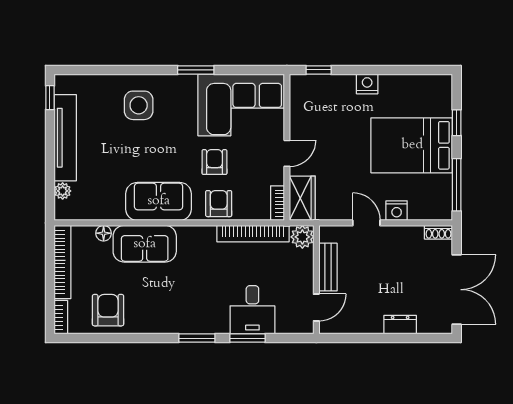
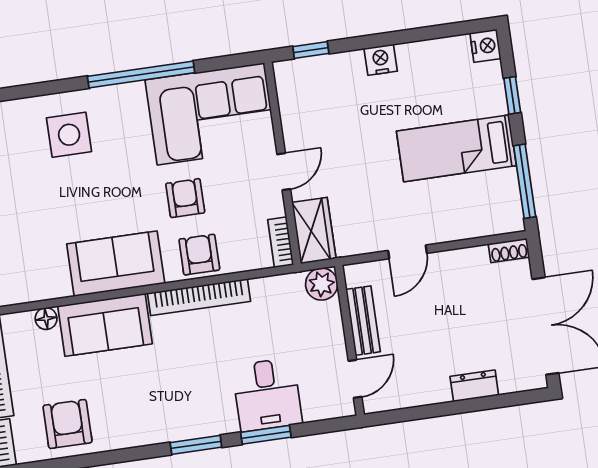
window: (196, 70) -> (141, 74), width x2.11
bed: (412, 145) -> (456, 148), width x0.67
nightstand: (397, 211) -> (485, 46), moved, turned -90
door: (366, 223) -> (407, 252), swing flipped
bookcase: (253, 234) -> (199, 297), moved

